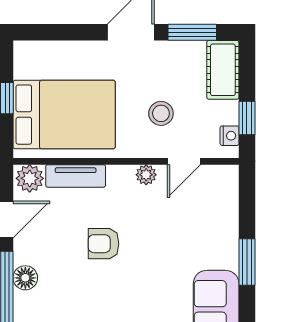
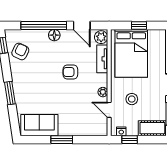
armchair: (103, 244) -> (70, 72), turned -90

